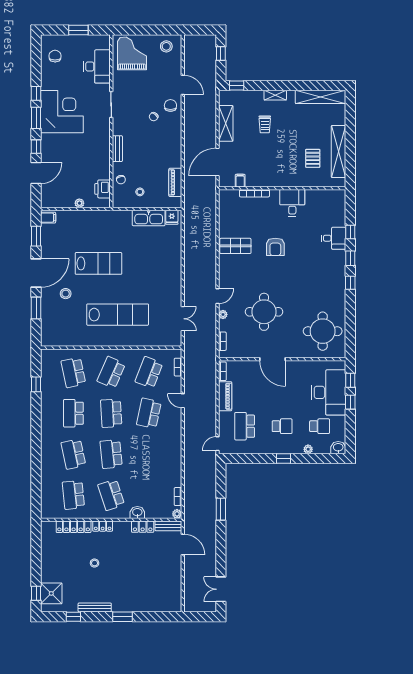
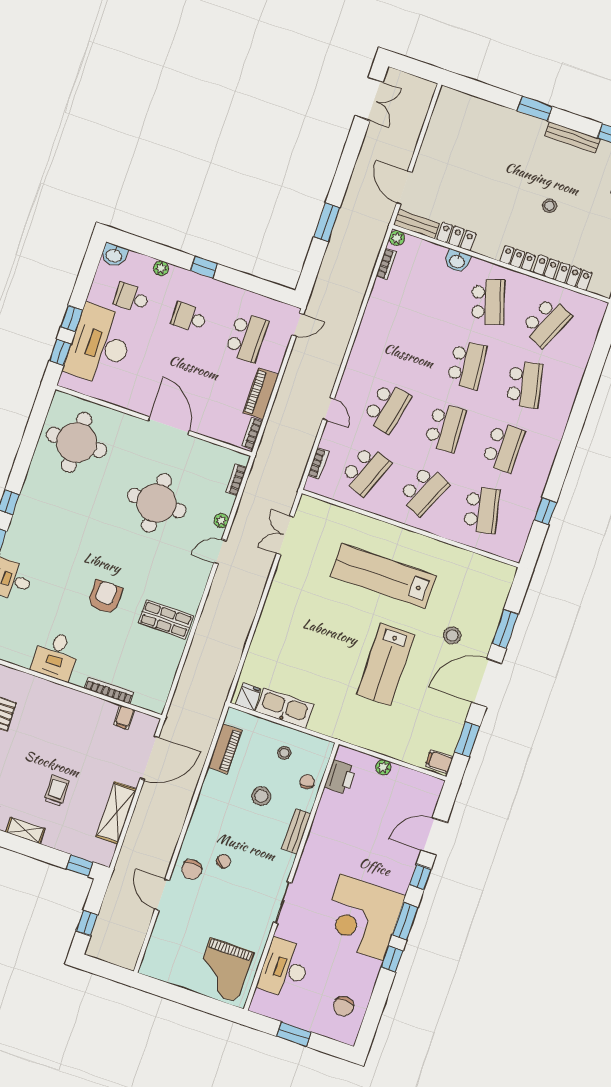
stool: (166, 46) -> (261, 796), moved
lab bench: (99, 263) -> (386, 665), turned -90
school desk: (73, 495) -> (546, 322), turned 30

